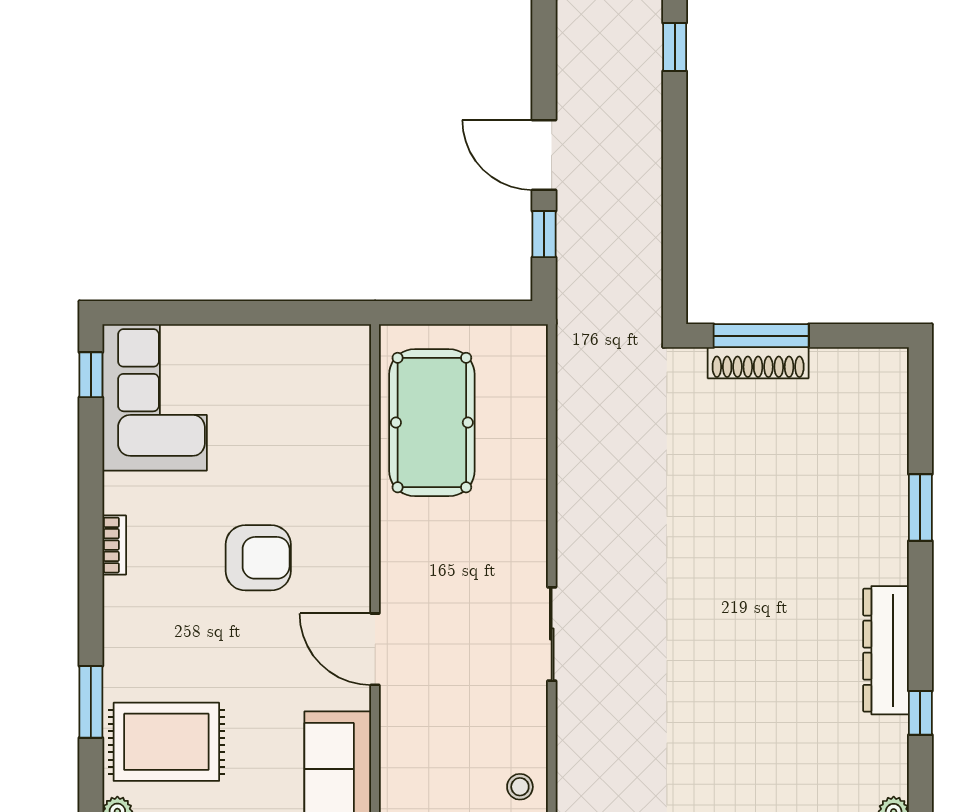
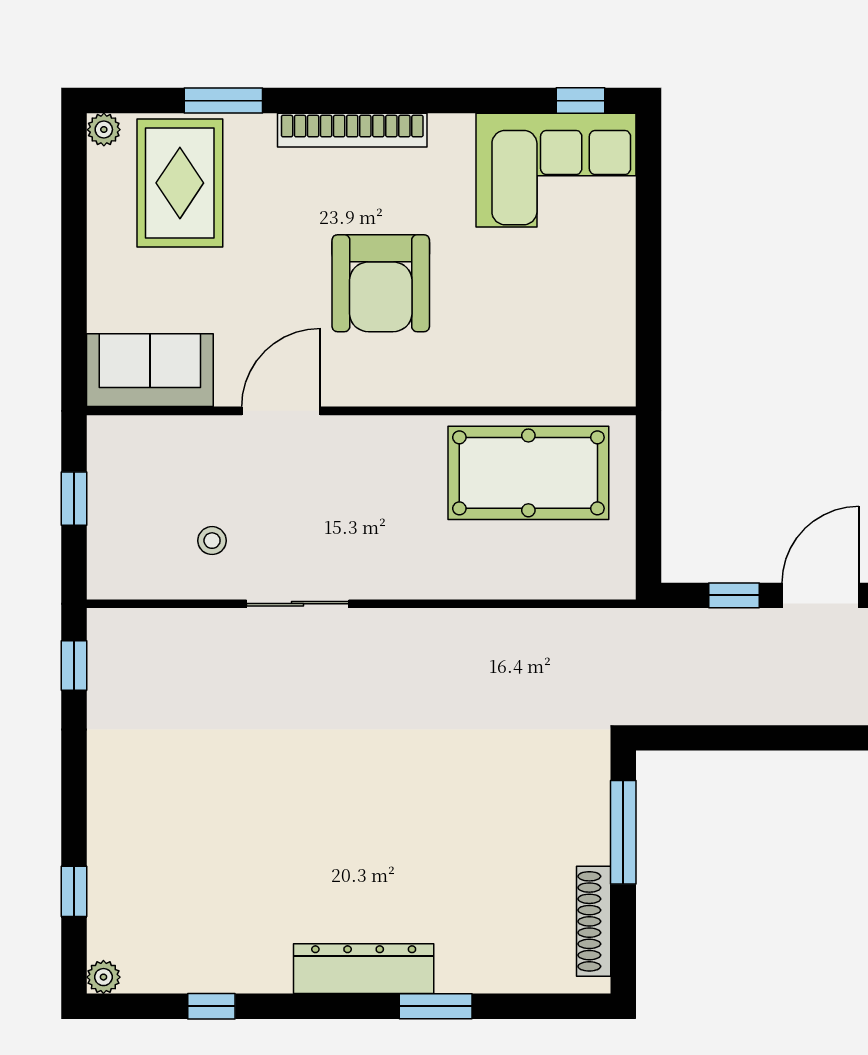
shoe rack: (758, 363) -> (594, 921), moved
bookcase: (114, 545) -> (352, 130), width x2.31, depth x1.31
armchair: (258, 558) -> (381, 283), width x1.36, depth x1.36
dresser: (886, 650) -> (364, 969), moved
stool: (520, 787) -> (212, 541), moved

